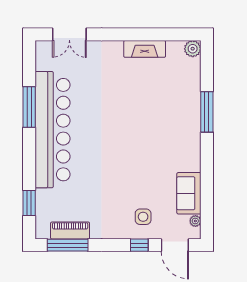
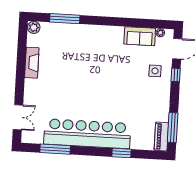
window: (29, 107) -> (55, 149), moved
window: (207, 112) -> (65, 19), moved
window: (29, 203) -> (122, 153), moved
piano: (70, 231) -> (161, 137), moved

